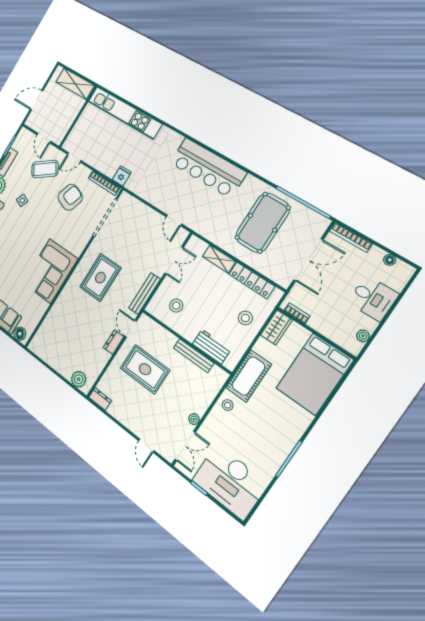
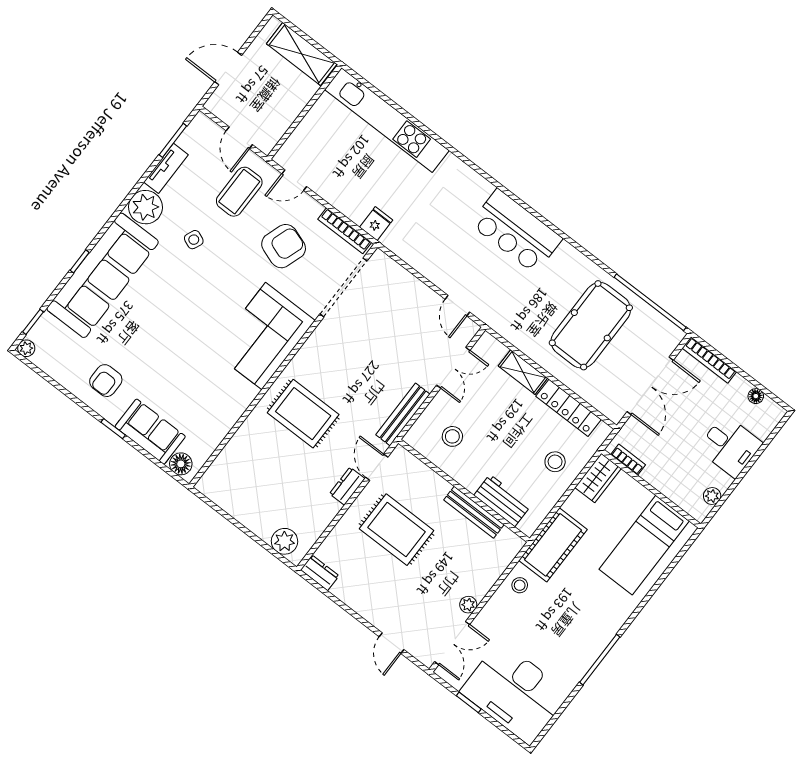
bar counter: (208, 168) -> (516, 231), width x0.73
coffee table: (45, 169) -> (239, 192), turned -56
corner sofa: (50, 271) -> (264, 336), moved
rug: (100, 278) -> (303, 414), moved, turned 90
bed: (314, 374) -> (644, 545), width x0.67

